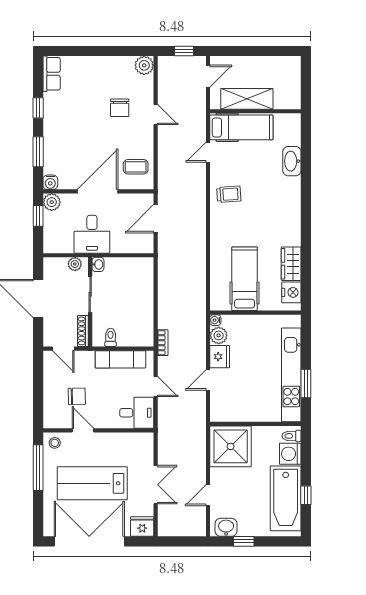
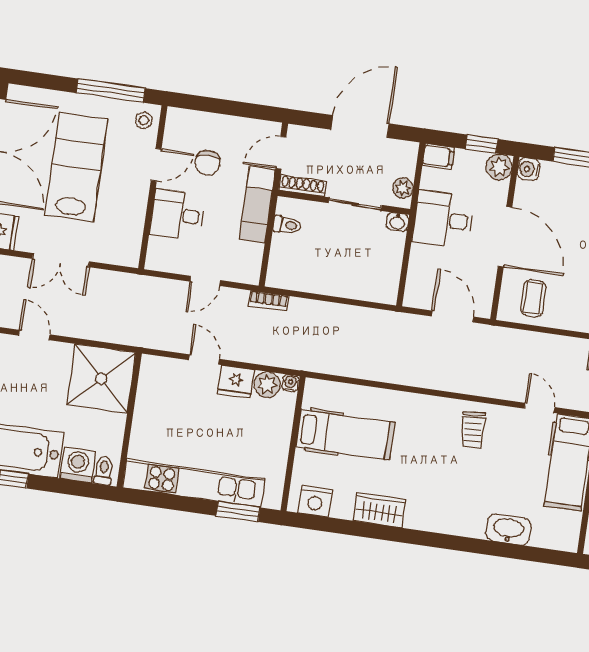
filing cabinet: (50, 243) -> (438, 156), added
wardrobe: (291, 264) -> (379, 510), moved
exam couch: (120, 359) -> (257, 205), moved
window: (306, 384) -> (238, 512), moved
desk: (137, 413) -> (177, 215), moved, turned 90

